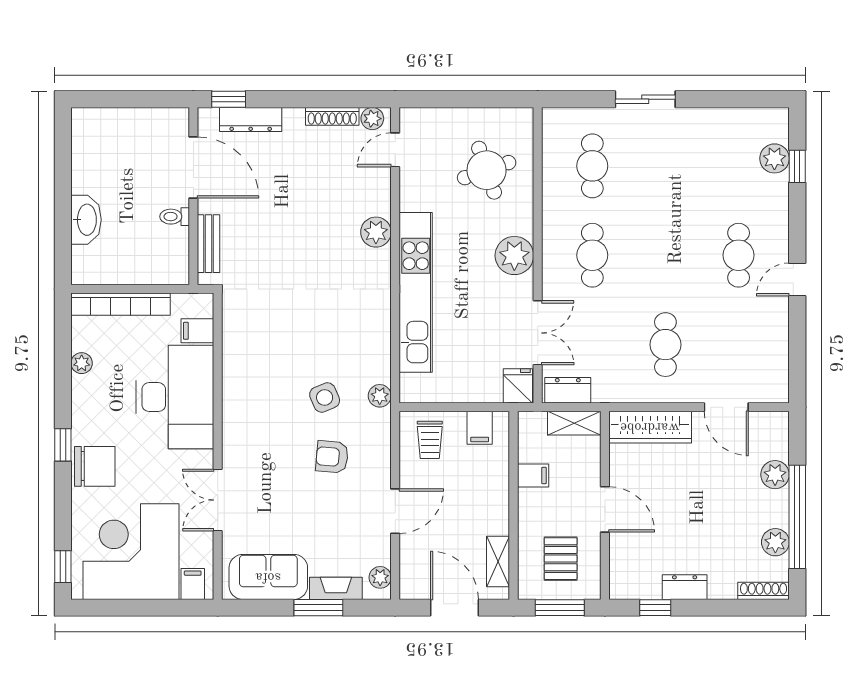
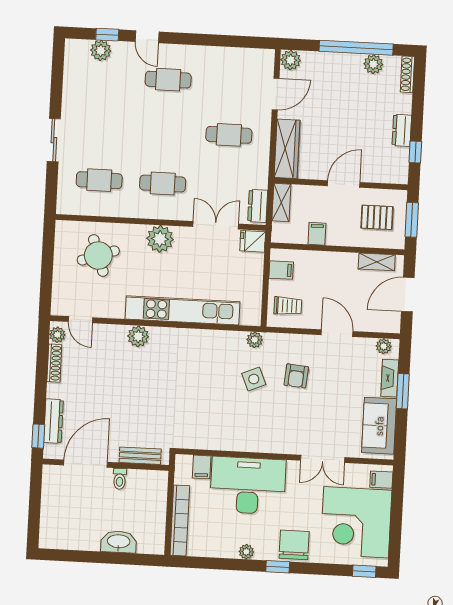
door: (797, 279) -> (147, 37), moved
plant: (82, 363) -> (246, 552), moved
plant: (775, 475) -> (291, 60), moved

